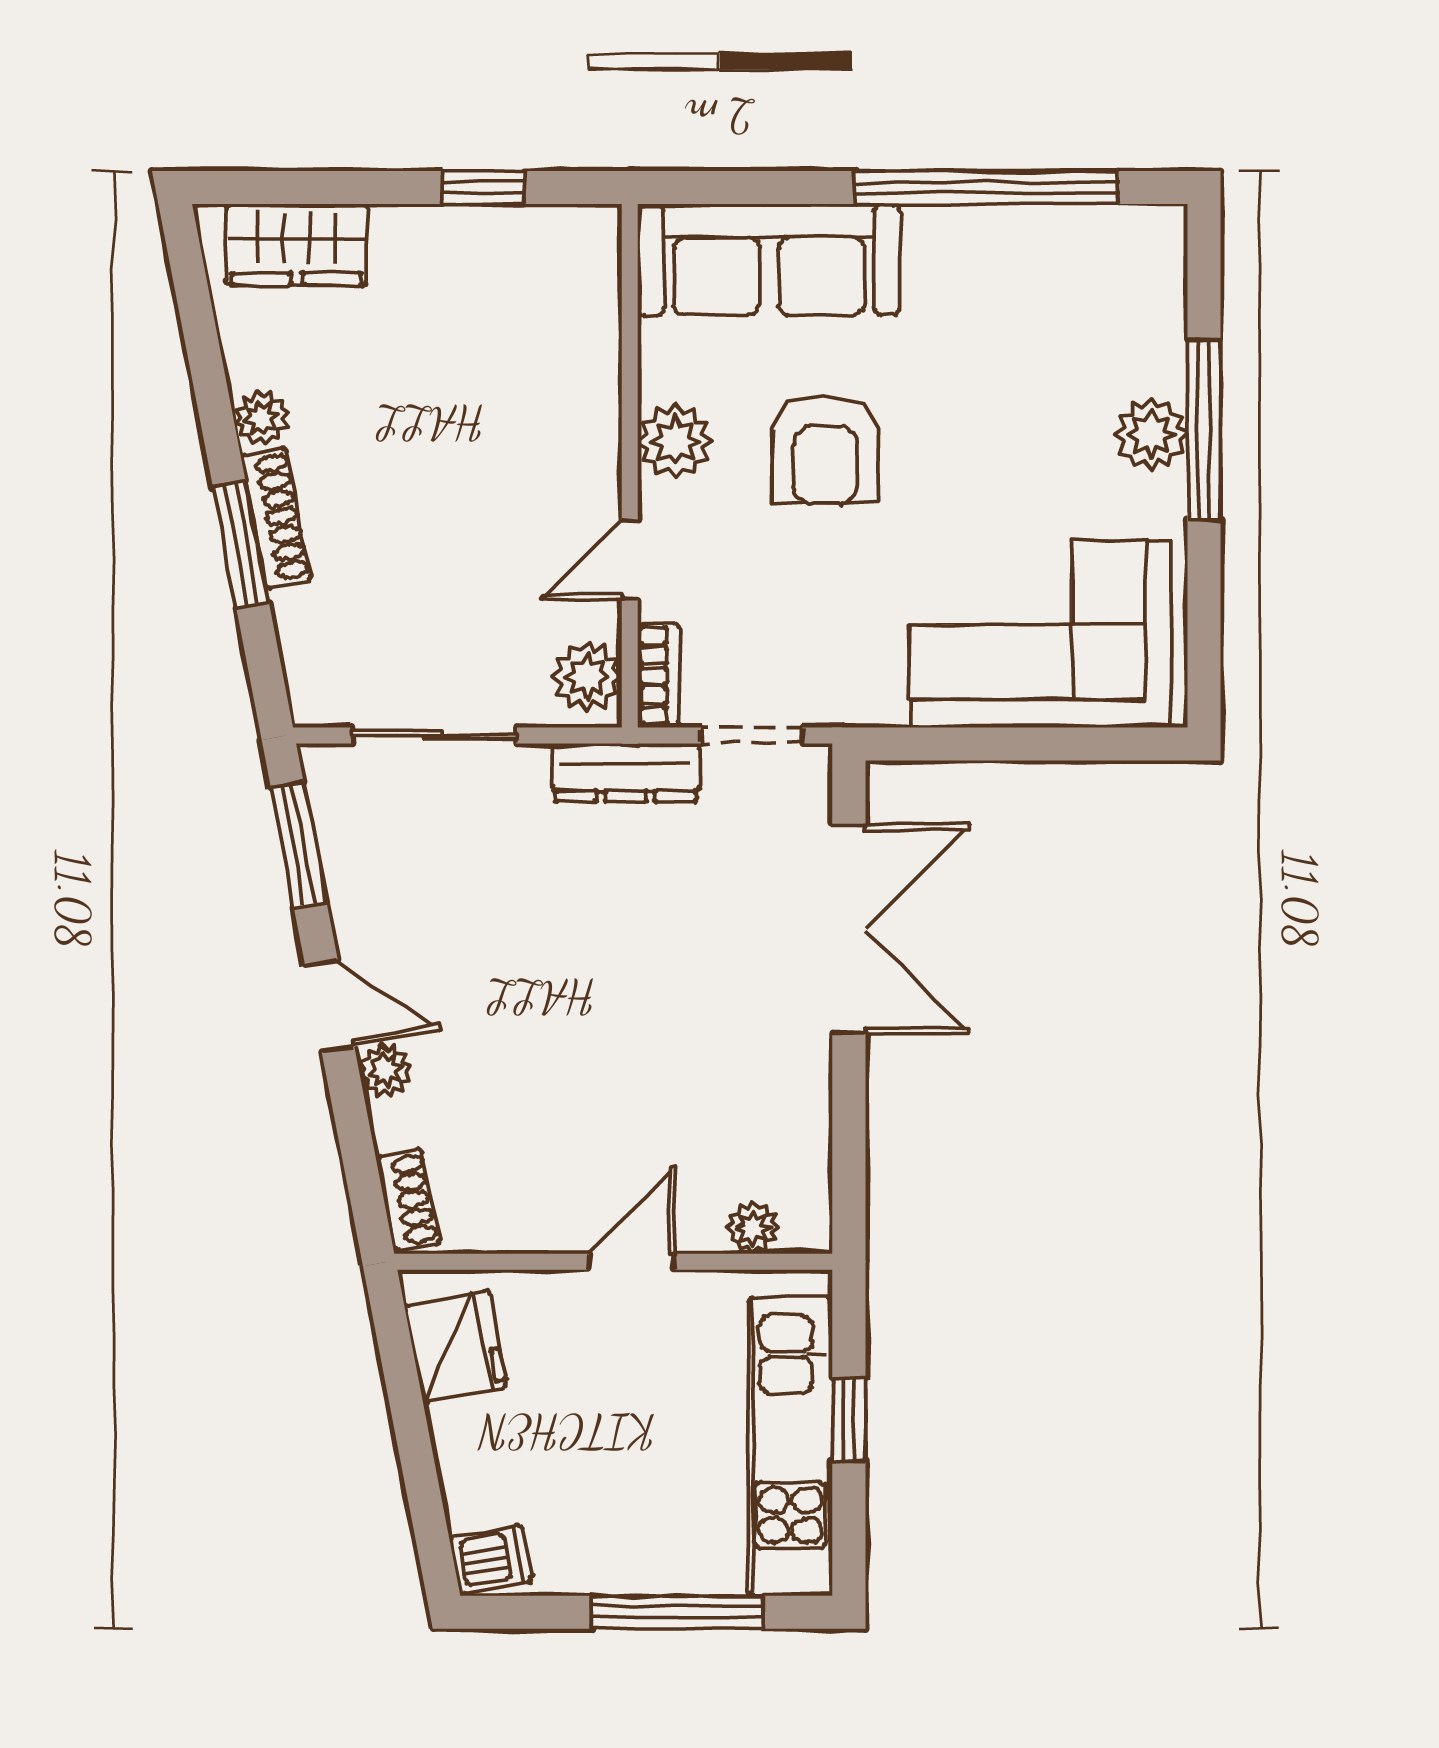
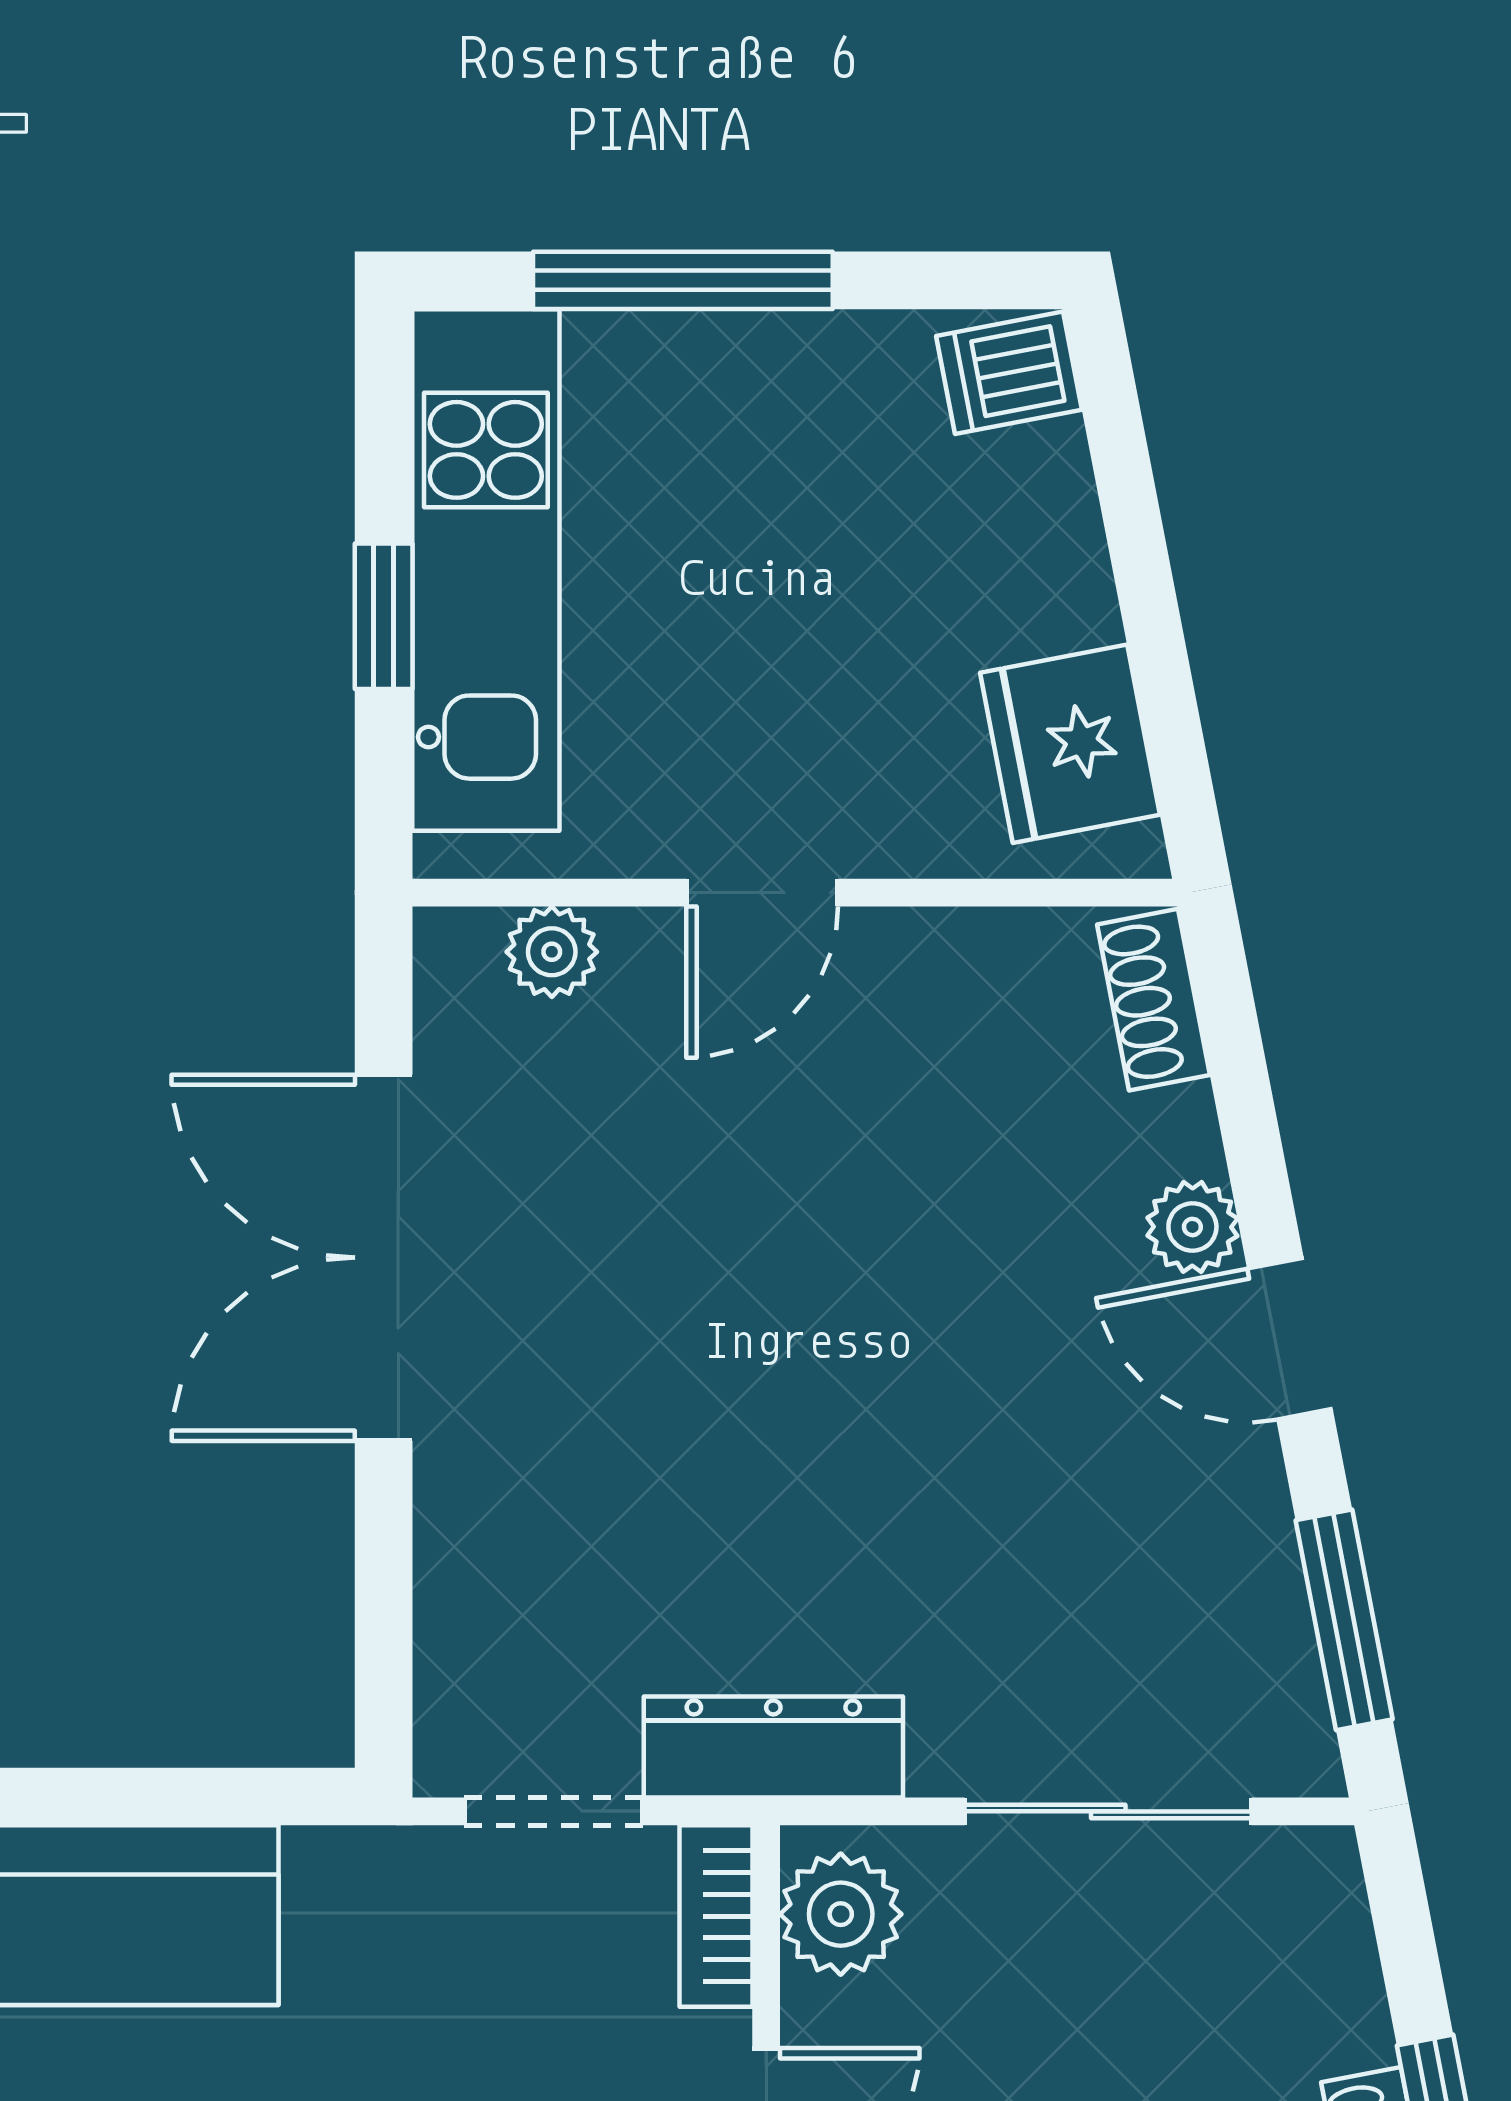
double door: (849, 929) -> (384, 1258), moved

